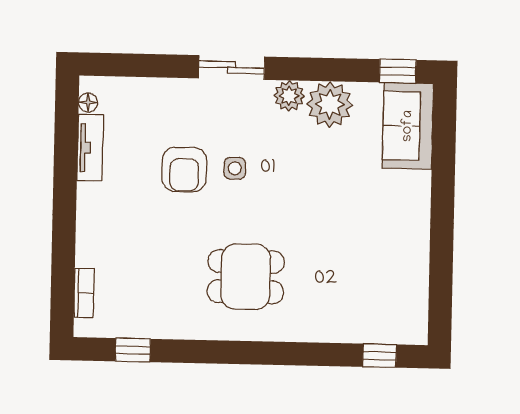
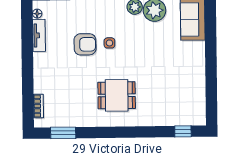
armchair: (184, 169) -> (85, 44), turned -90
window: (133, 350) -> (63, 133), width x1.50

